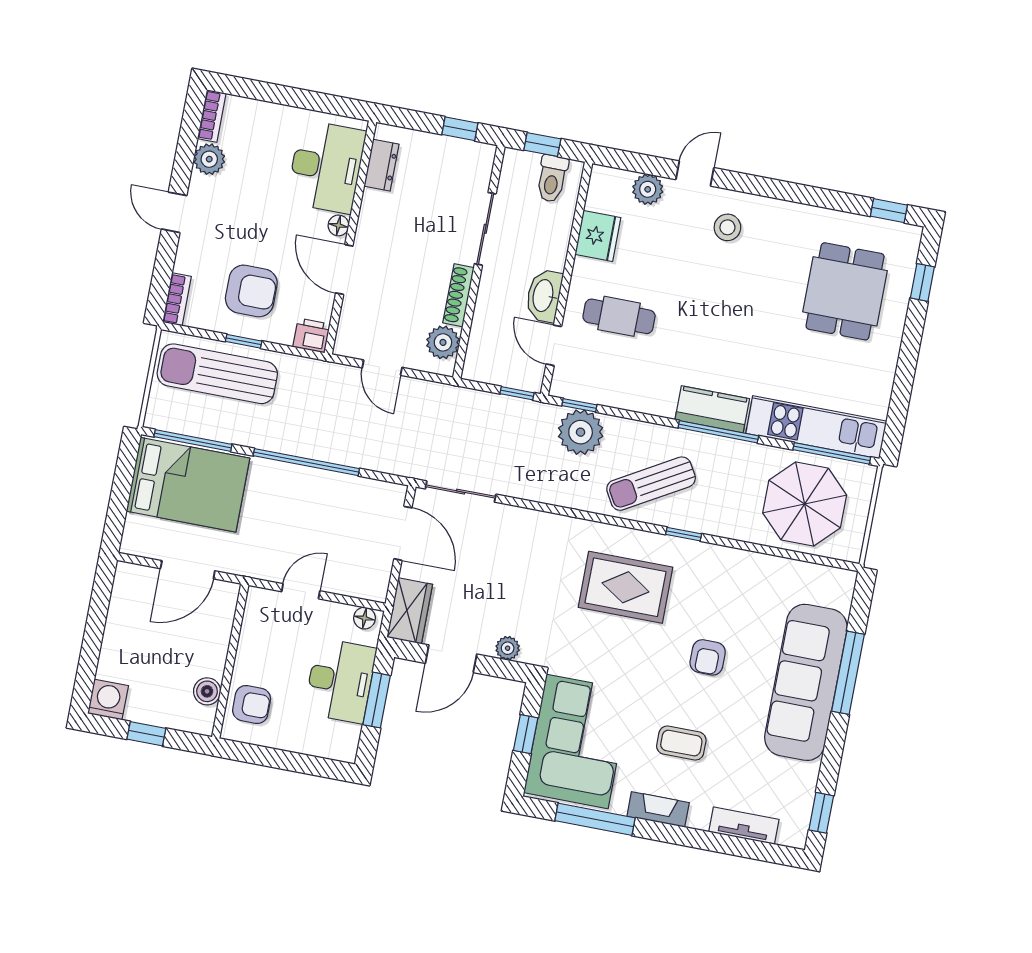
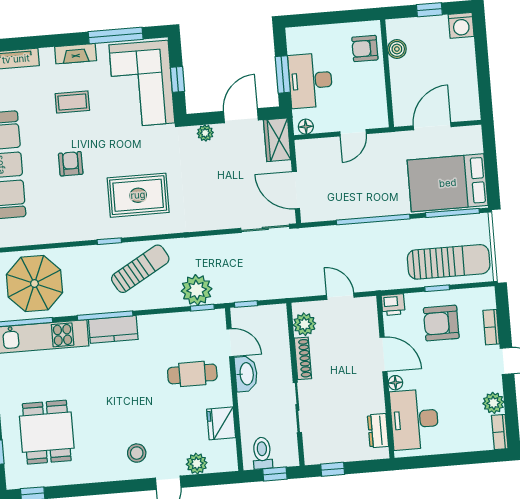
bookcase: (177, 299) -> (491, 327), moved

